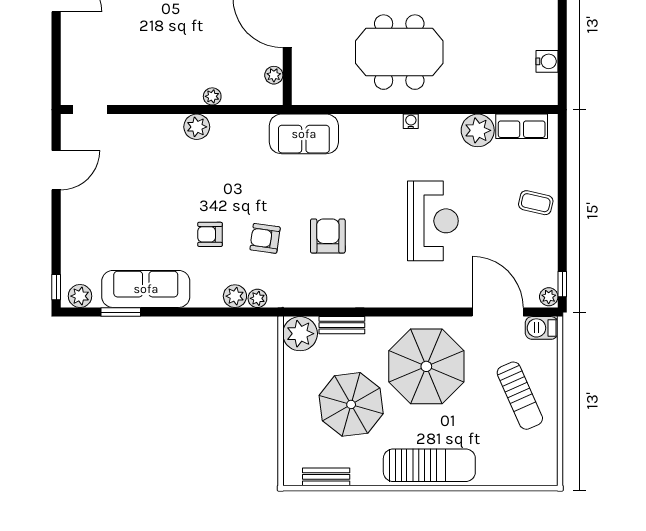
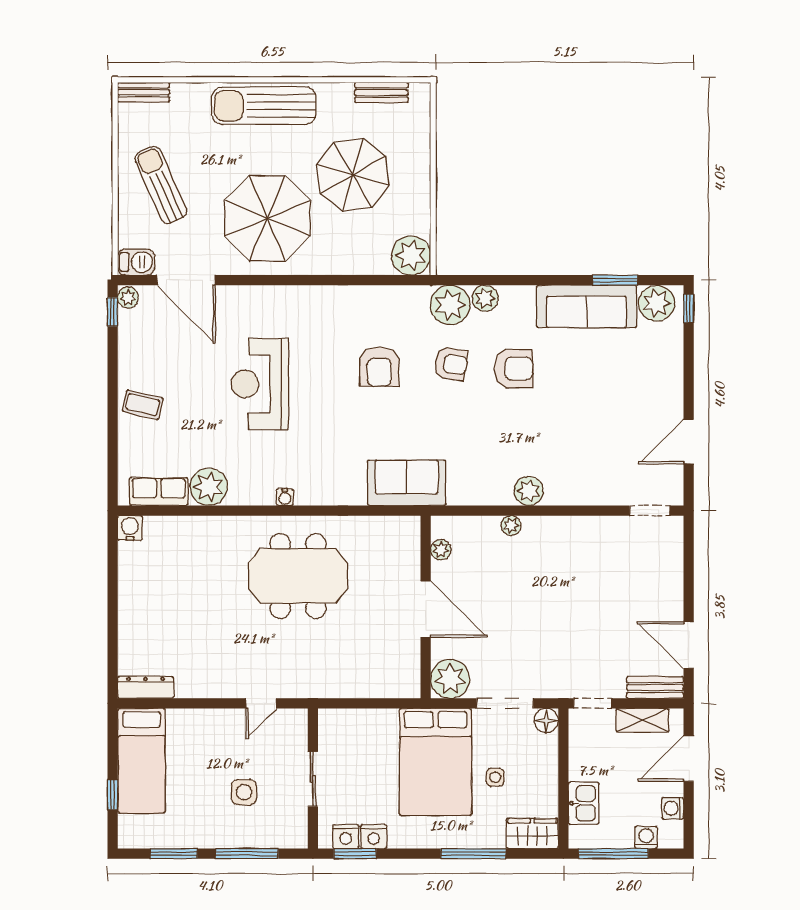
water cooler: (547, 61) -> (130, 528), moved, turned 90
armchair: (210, 234) -> (513, 369), width x1.38, depth x1.38
plant: (80, 296) -> (657, 303), width x1.36, depth x1.36
plant: (257, 298) -> (450, 305), width x1.87, depth x1.87
bench: (342, 325) -> (143, 92), moved

